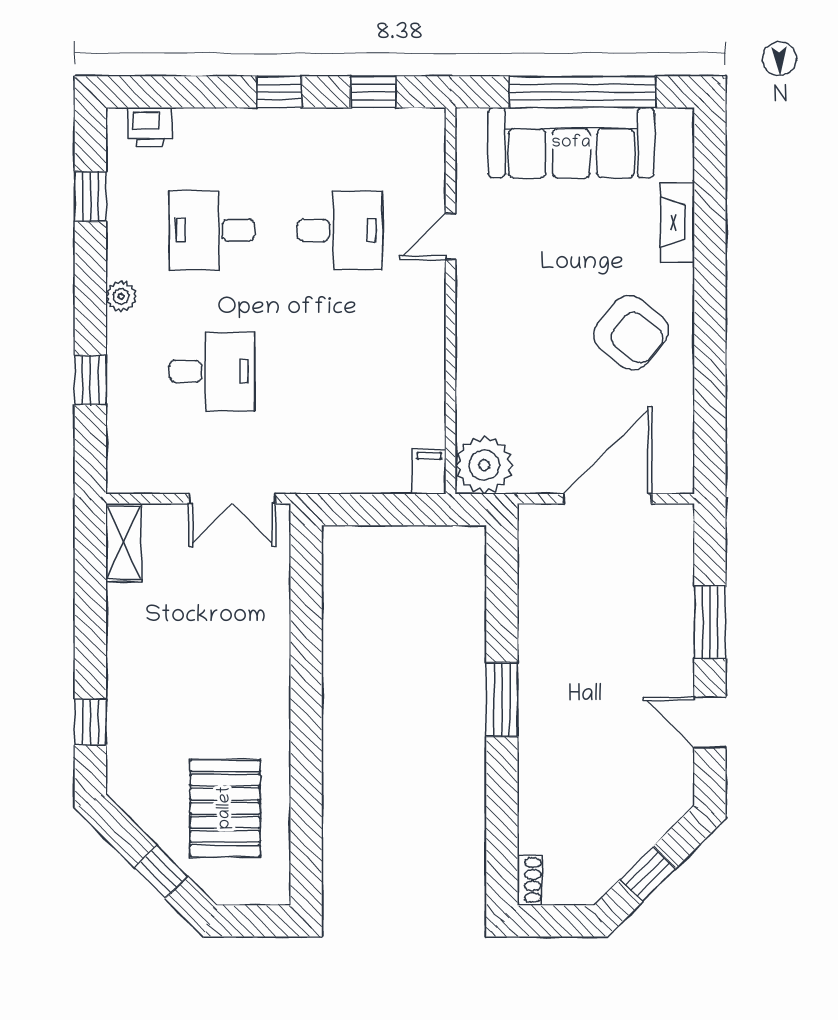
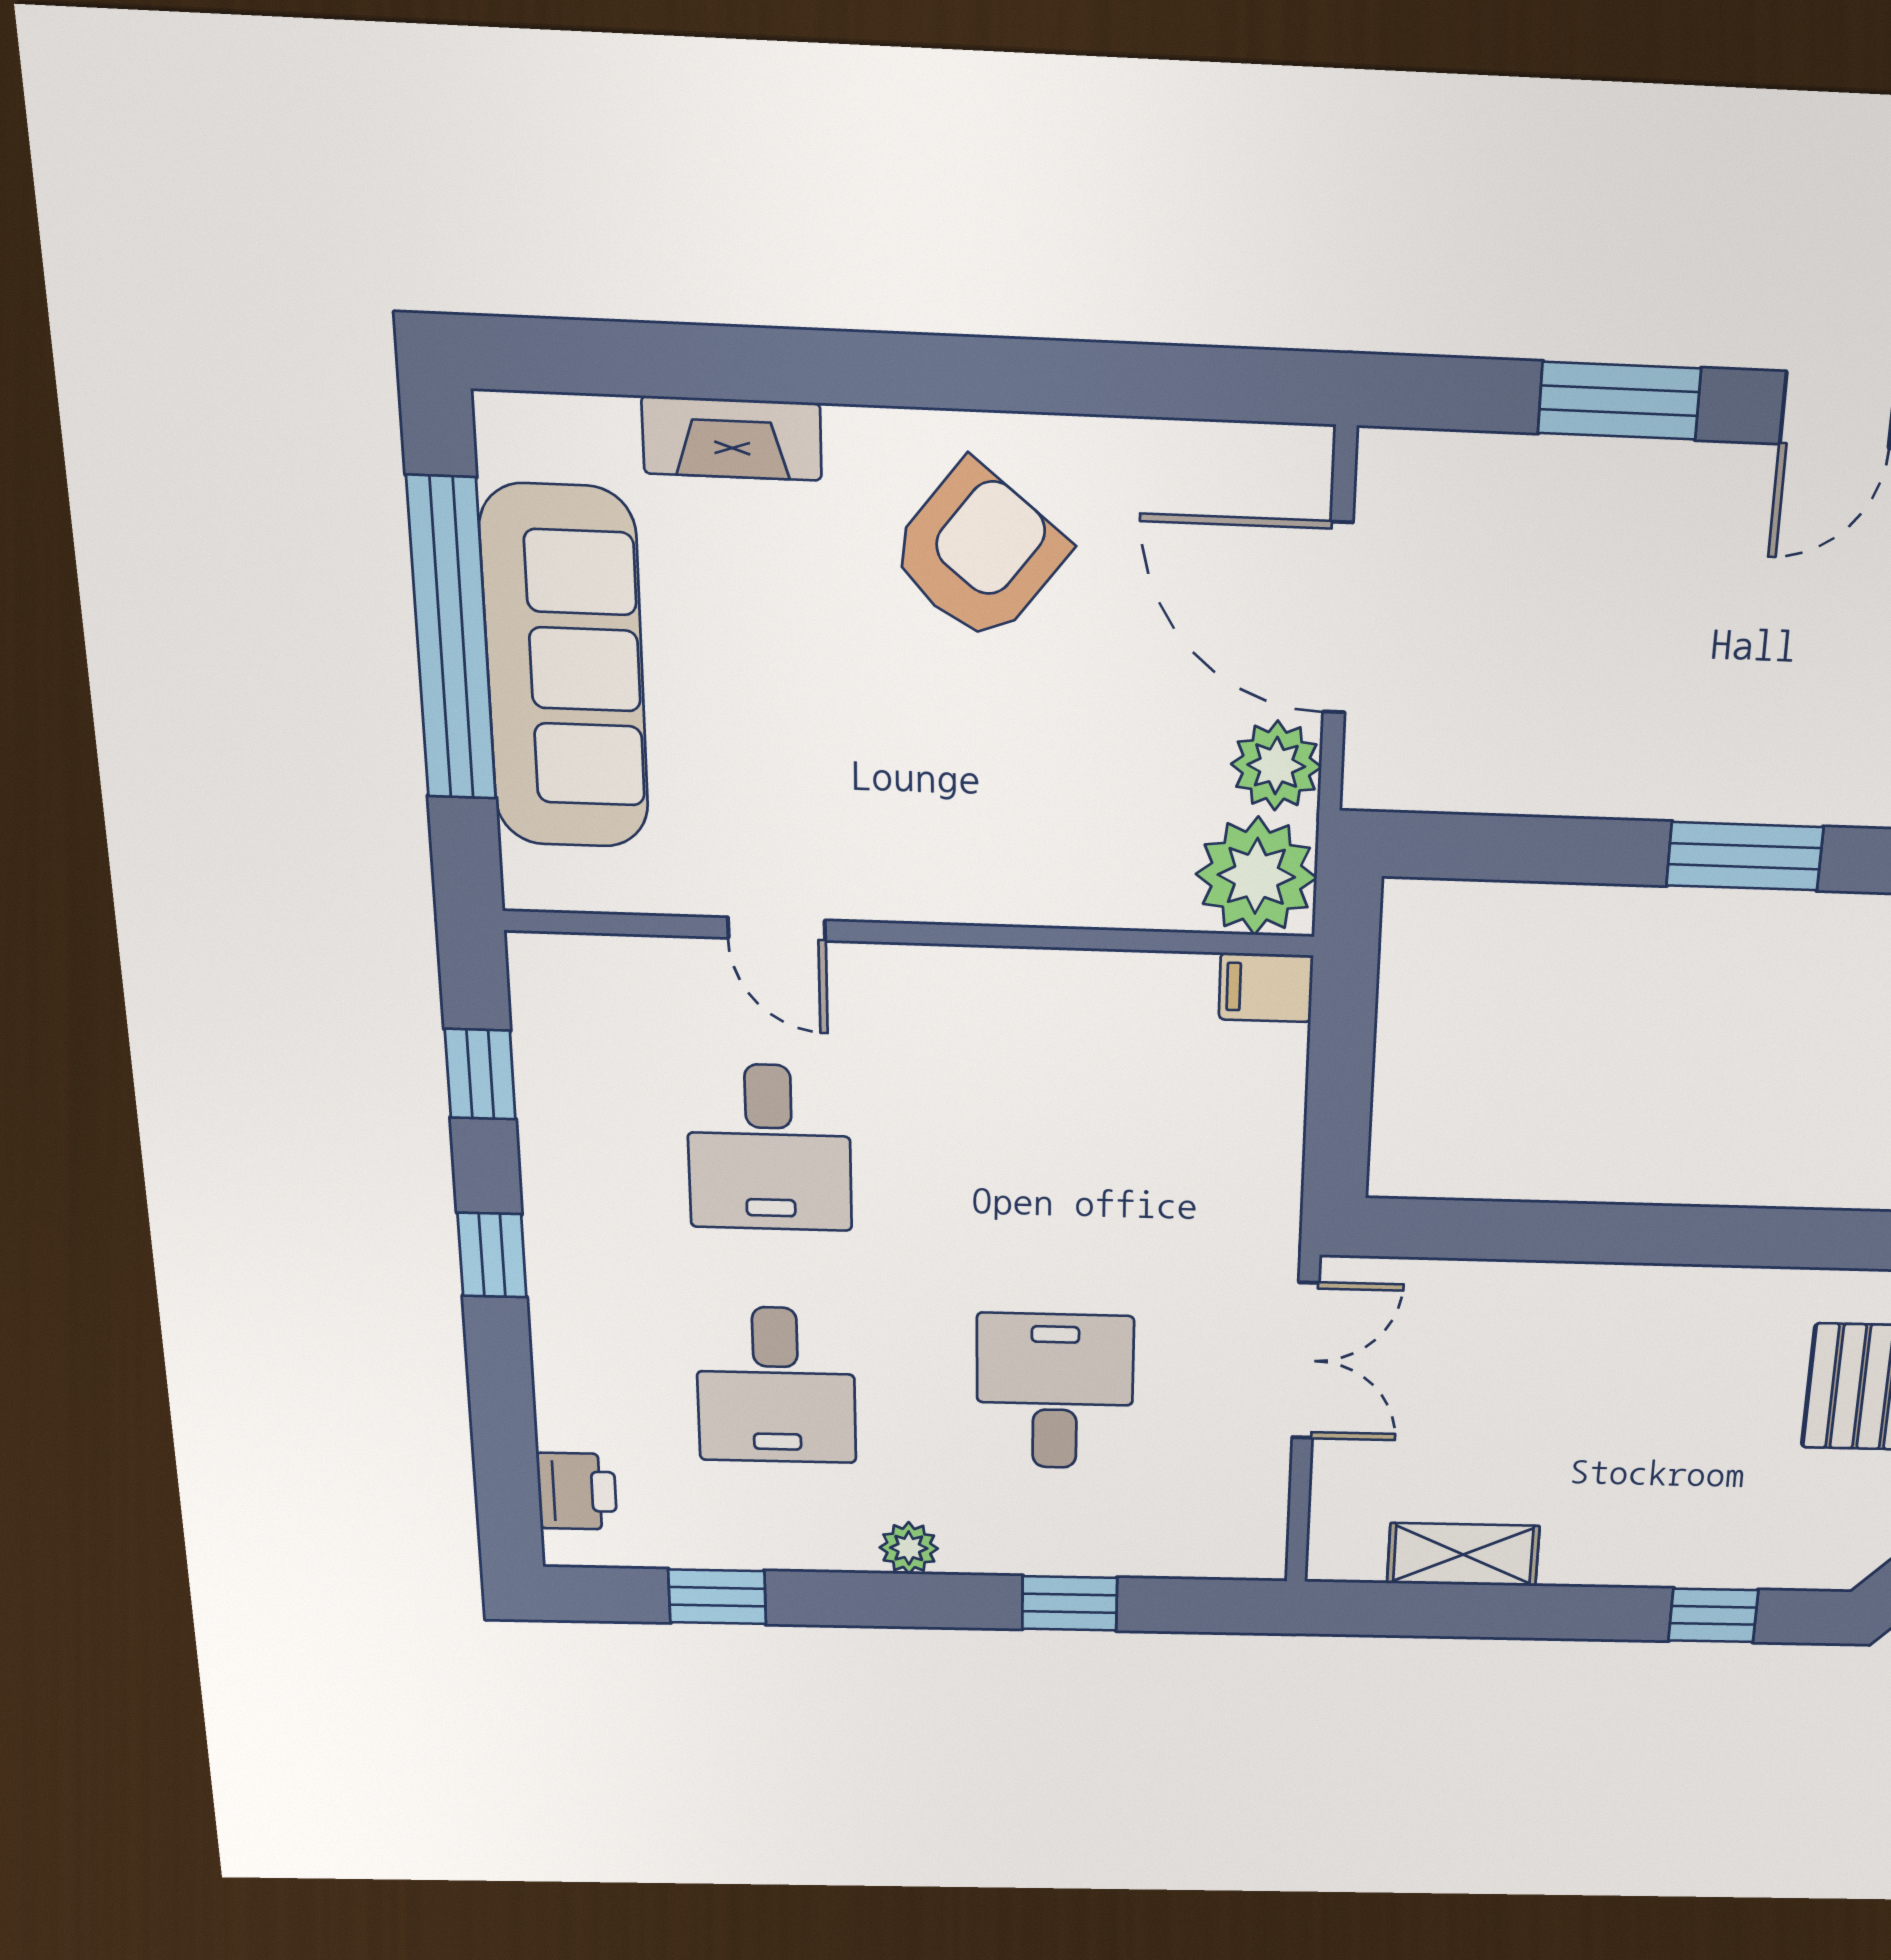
desk: (340, 230) -> (769, 1148), turned 180
plant: (538, 473) -> (1276, 766), added
shelving: (124, 543) -> (1463, 1555), moved

